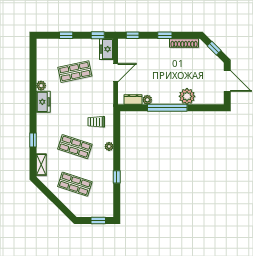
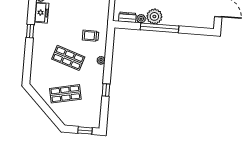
plant: (187, 96) -> (154, 16), moved
window: (33, 140) -> (30, 31), moved
shelving: (41, 165) -> (35, 73), removed
shop shelf: (75, 184) -> (65, 94), turned -30

